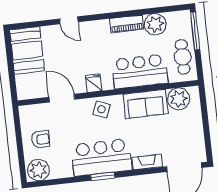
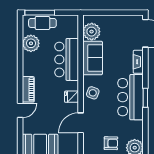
piano: (127, 24) -> (28, 89), moved
cafe table: (183, 57) -> (42, 23), moved
armchair: (41, 139) -> (111, 143), turned 91

